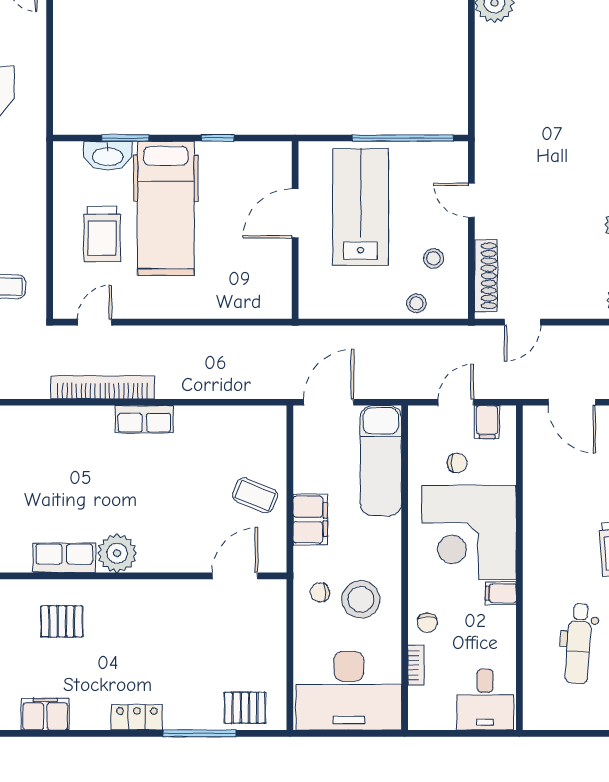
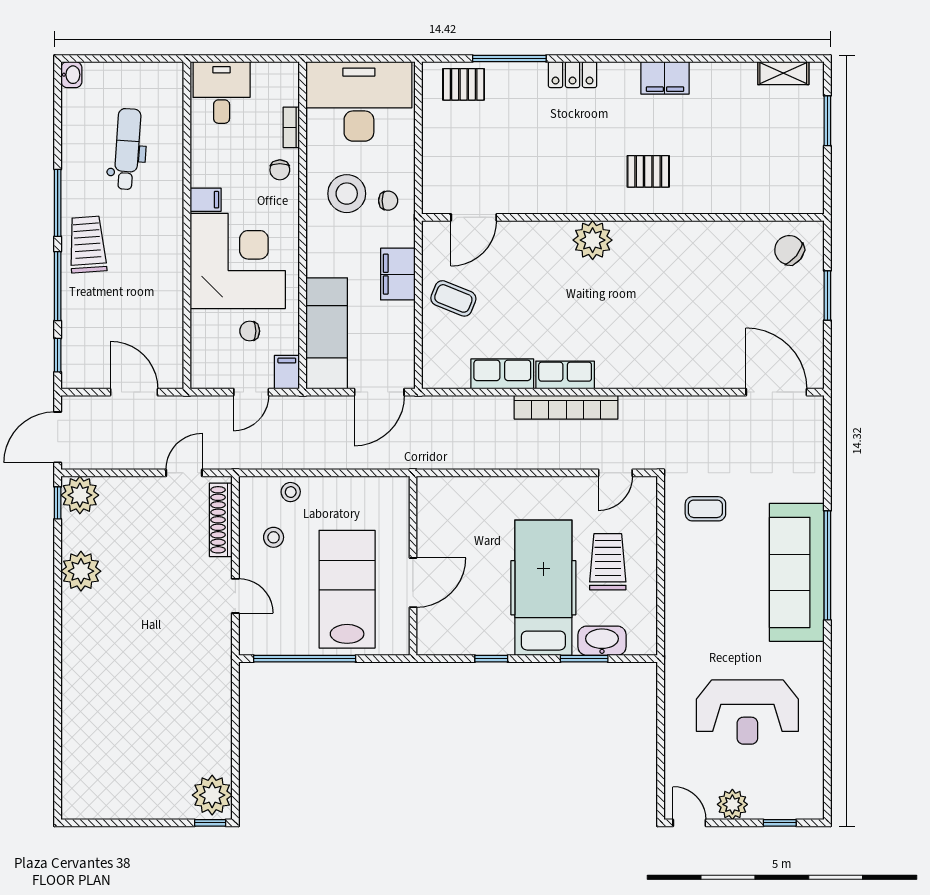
lab bench: (361, 207) -> (347, 589), turned 180
bookcase: (103, 387) -> (566, 407), moved
filing cabinet: (487, 422) -> (287, 372), moved
row of seats: (64, 558) -> (502, 374), moved, turned 180
chair: (427, 623) -> (280, 170), turned 180

